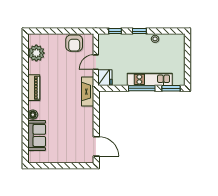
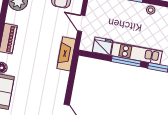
door: (96, 62) -> (81, 23), hinge flipped
fridge: (105, 78) -> (103, 46), moved, turned -90

